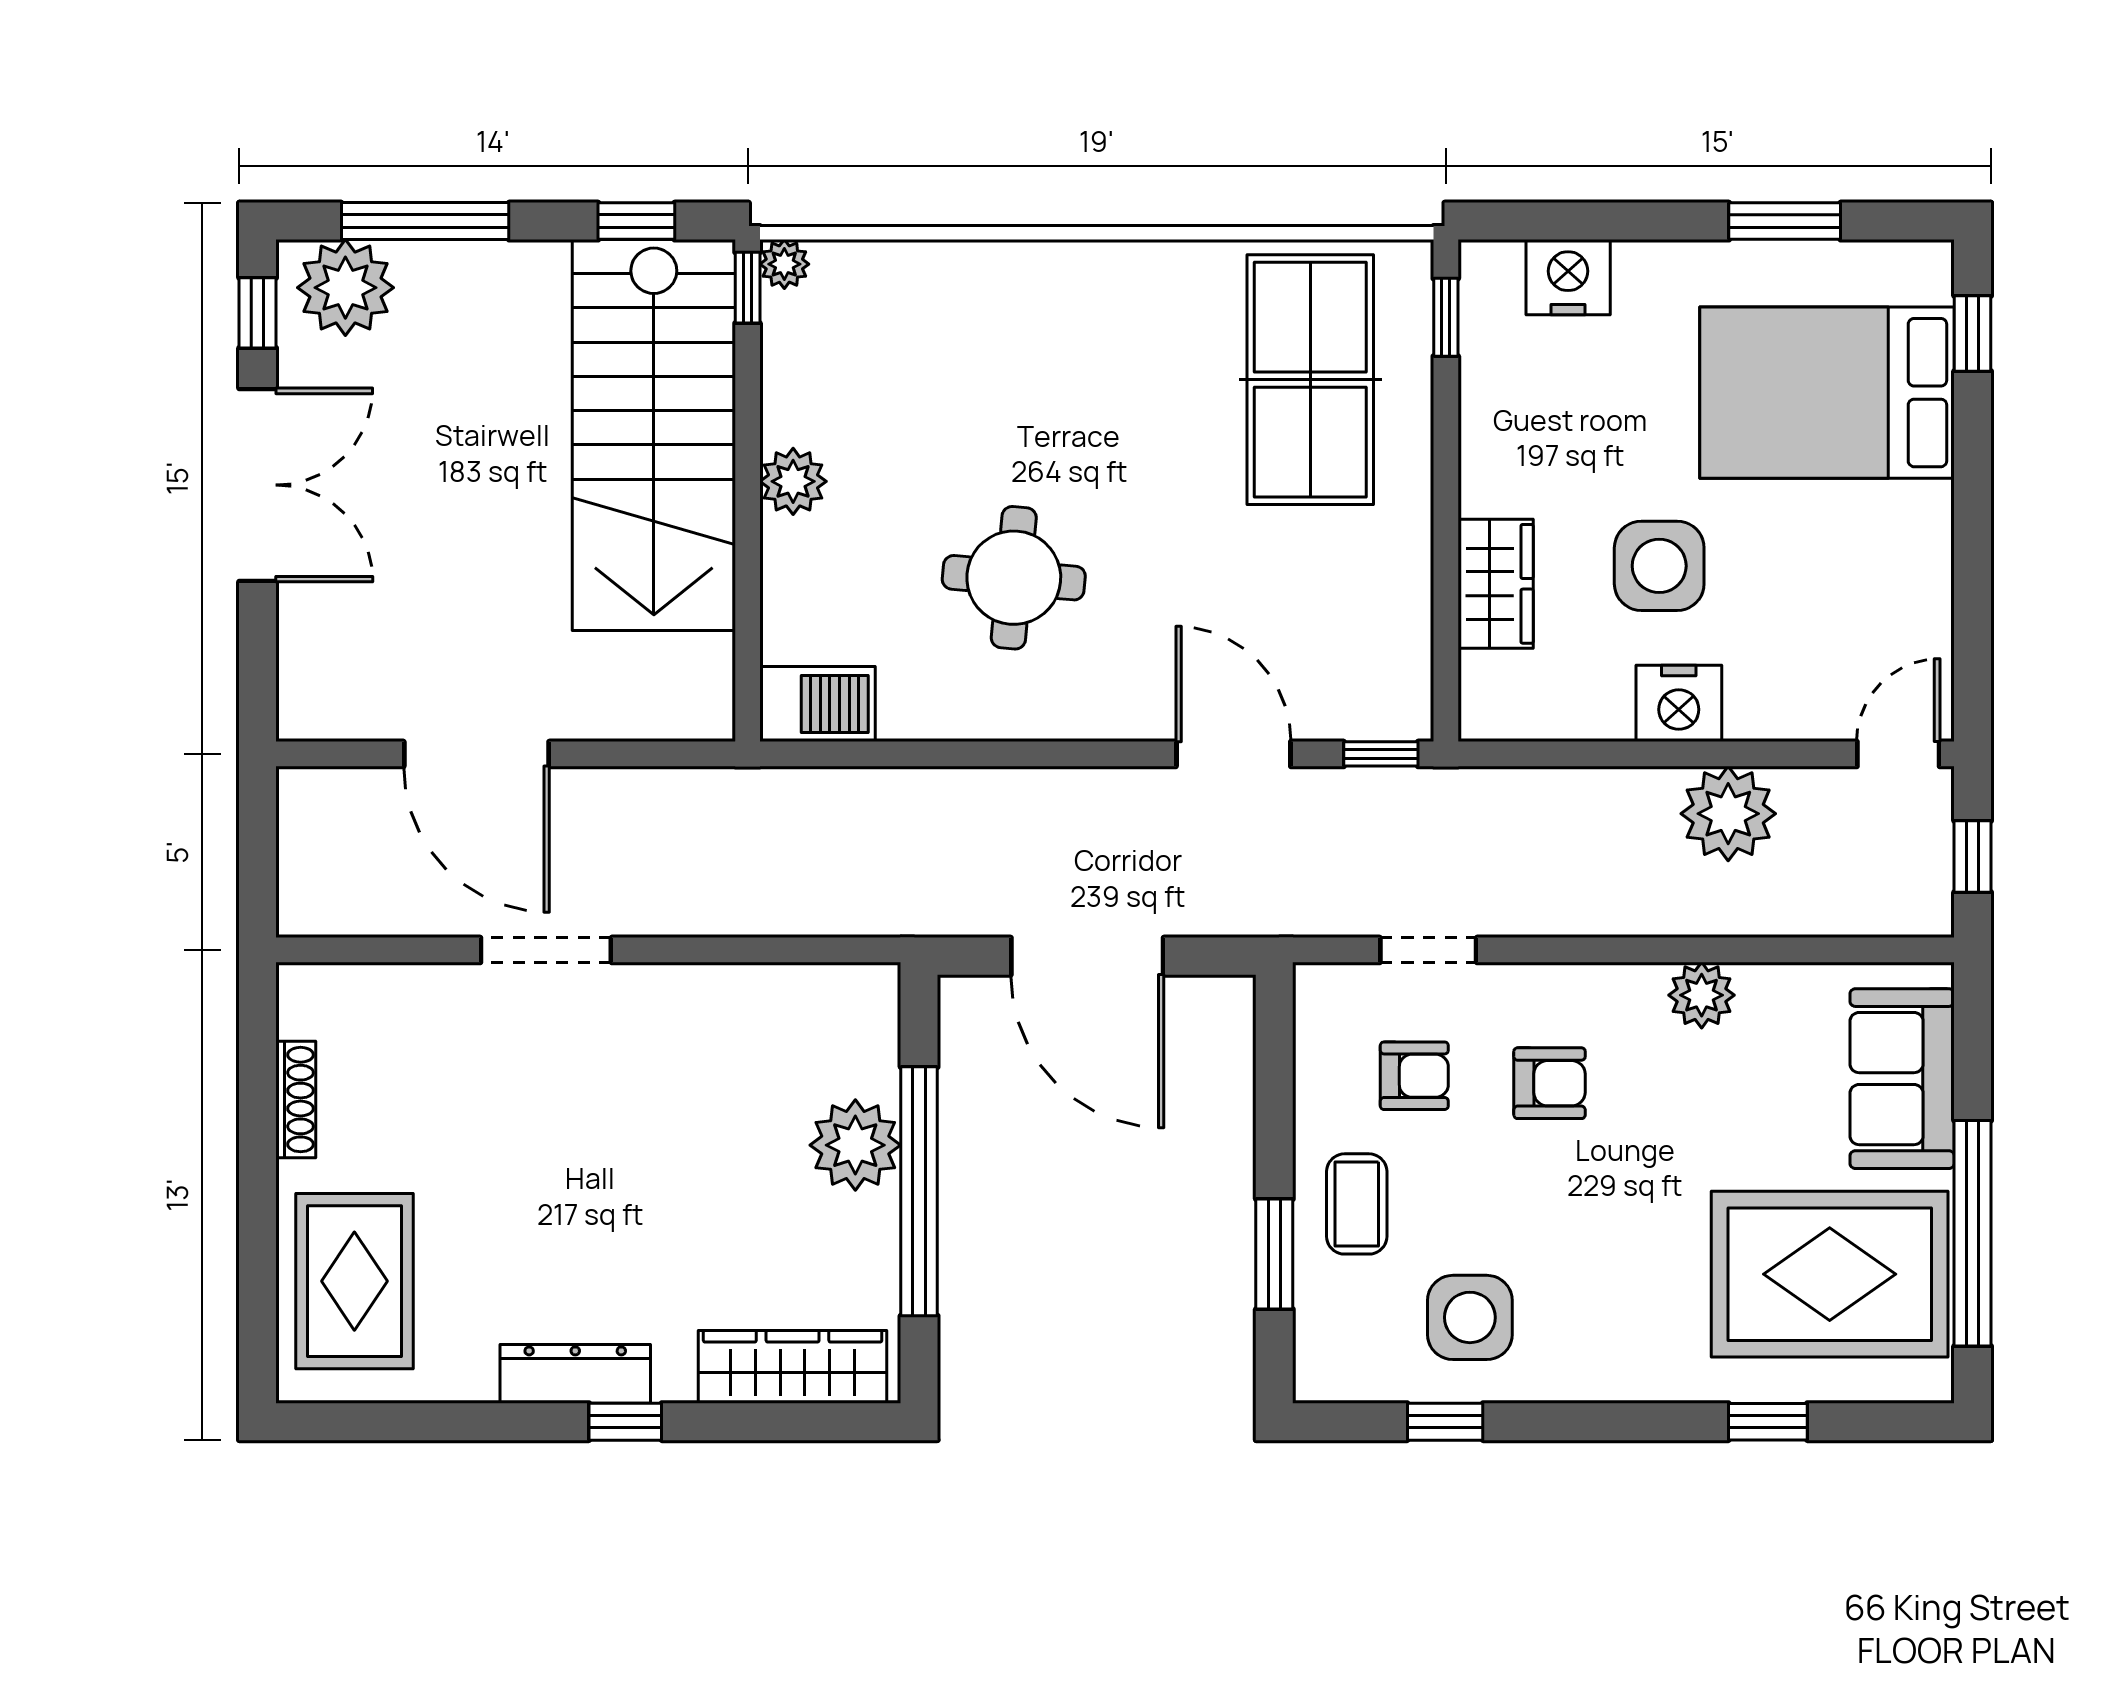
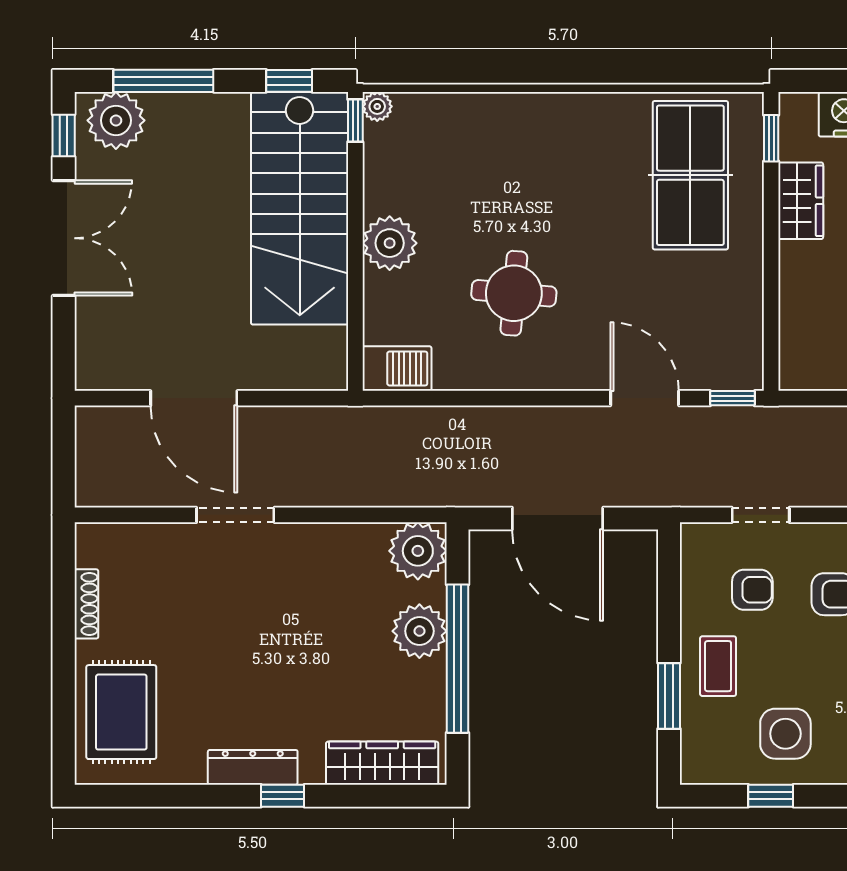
plant: (793, 481) -> (390, 243), width x1.36, depth x1.36
wardrobe: (1496, 584) -> (801, 201), moved
plant: (853, 1010) -> (418, 551), added

